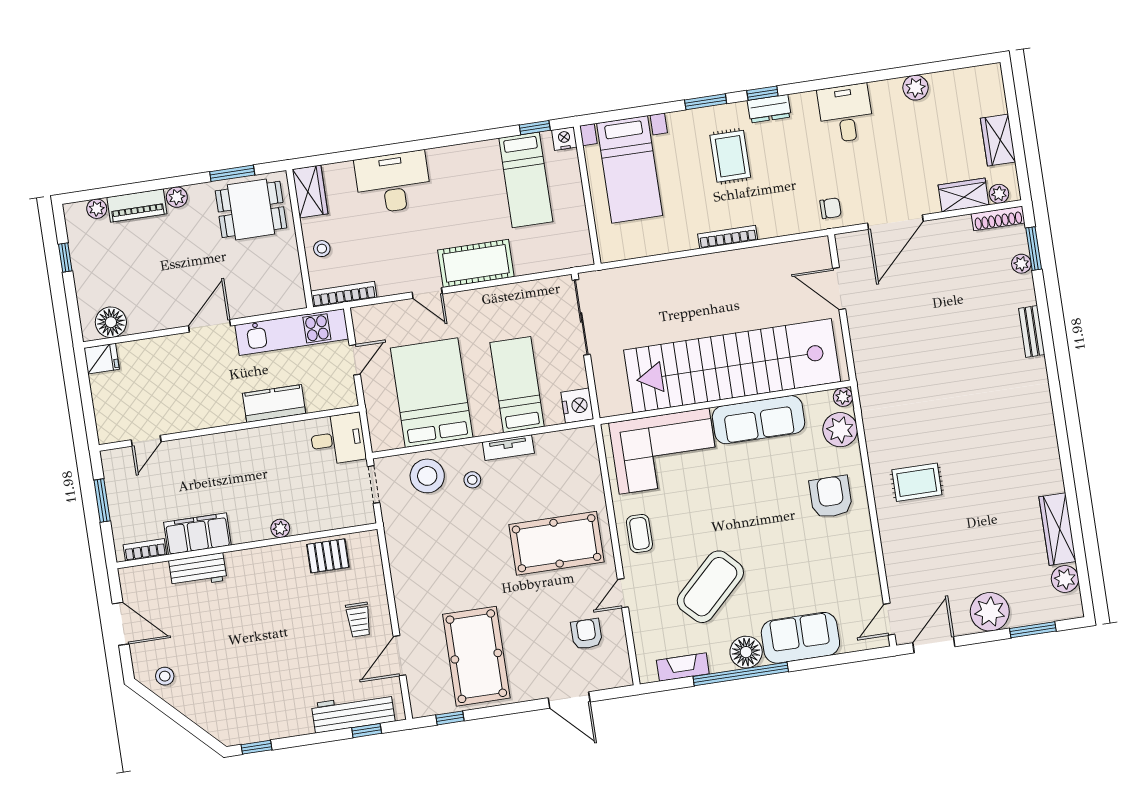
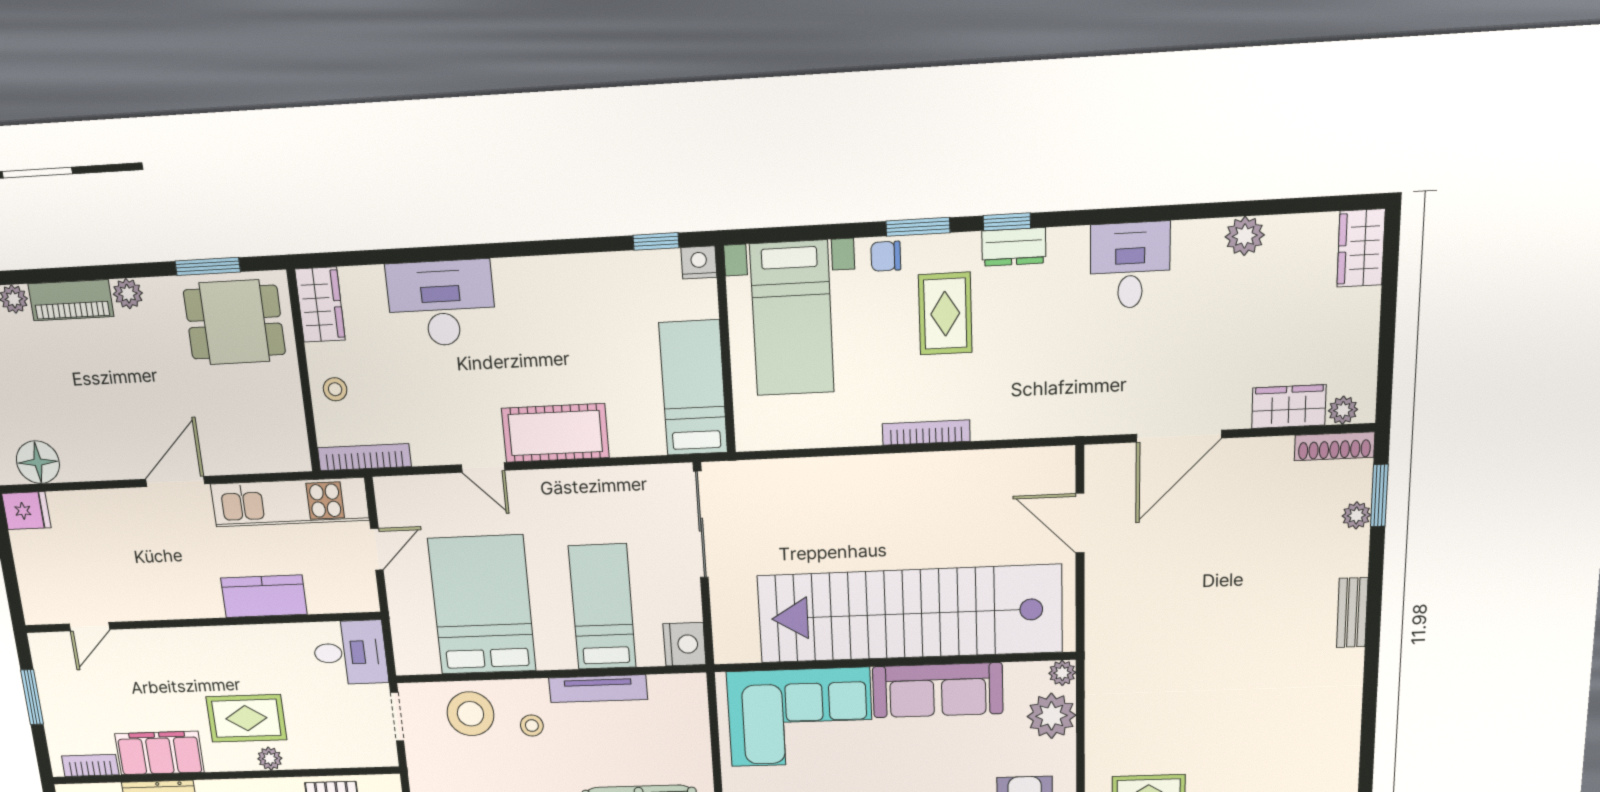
wardrobe: (998, 140) -> (1361, 248), moved
bed: (526, 180) -> (693, 388), moved, turned 180
chair: (830, 208) -> (886, 256), moved, turned 180
tv unit: (508, 448) -> (598, 689), width x1.41
rug: (262, 499) -> (246, 718), added

